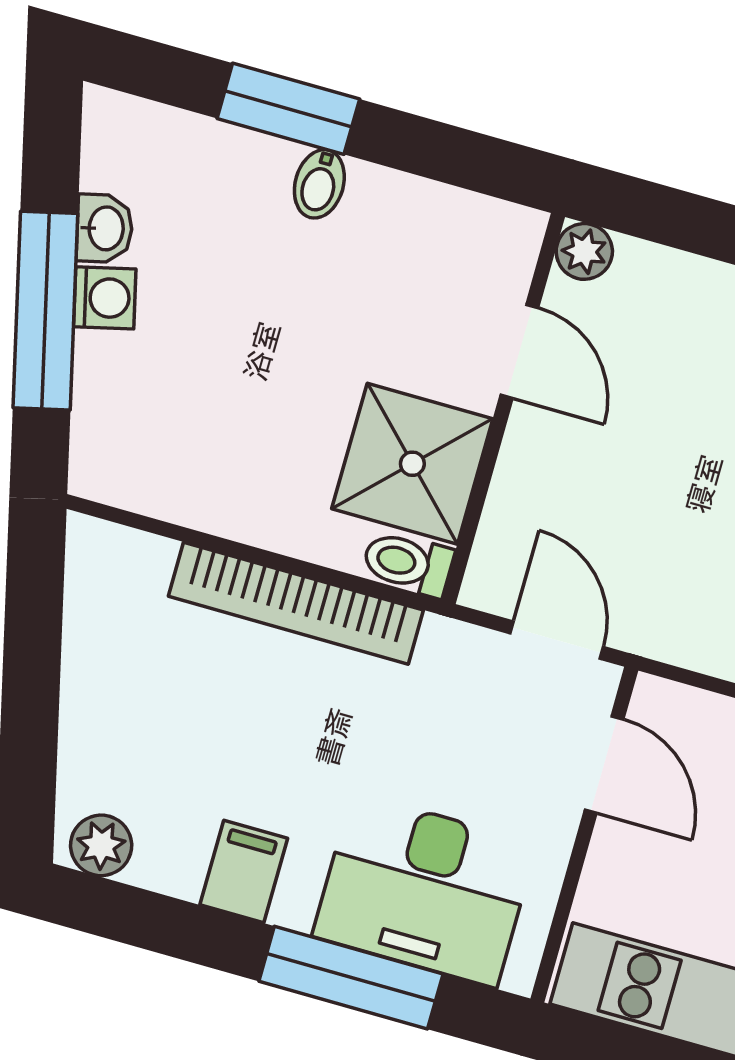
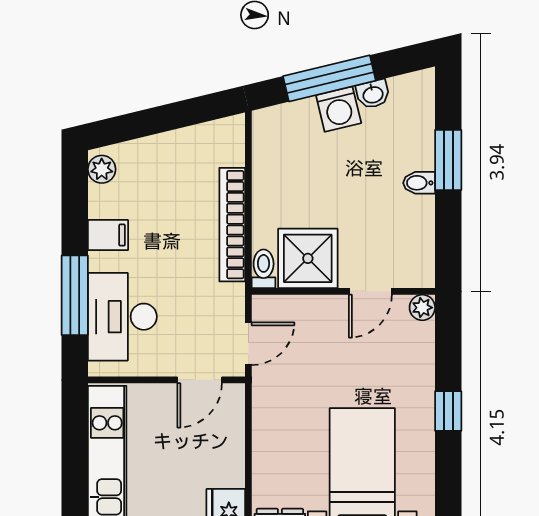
washing machine: (105, 298) -> (339, 109), width x1.38, depth x1.38

